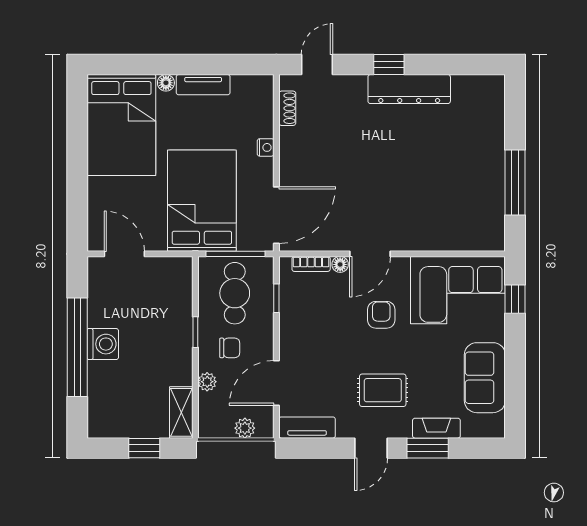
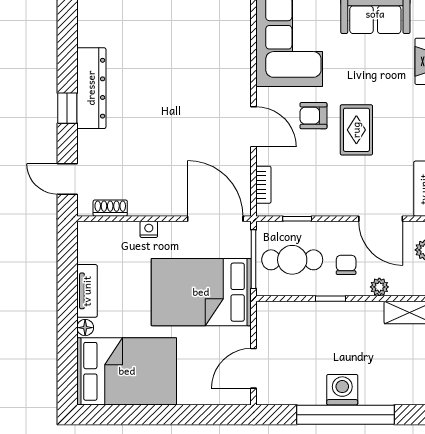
floor lamp: (340, 264) -> (264, 156), removed
rug: (383, 390) -> (356, 130), moved

